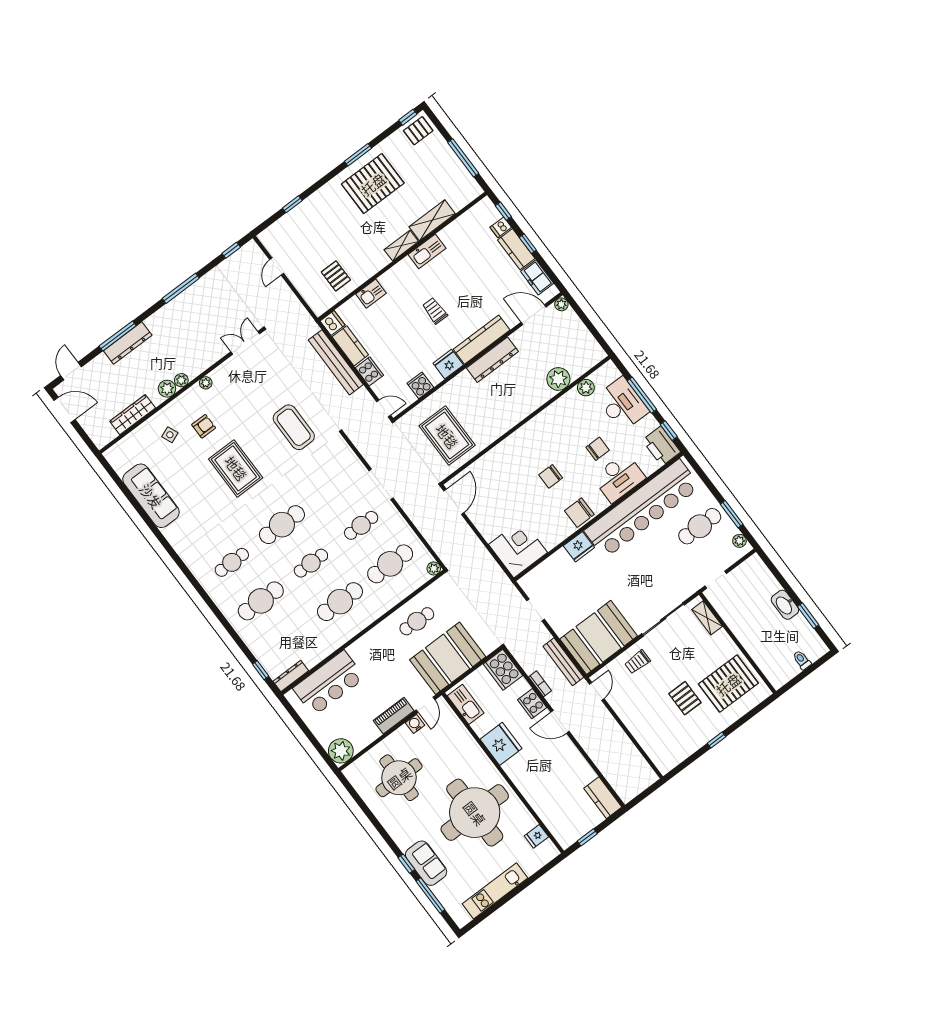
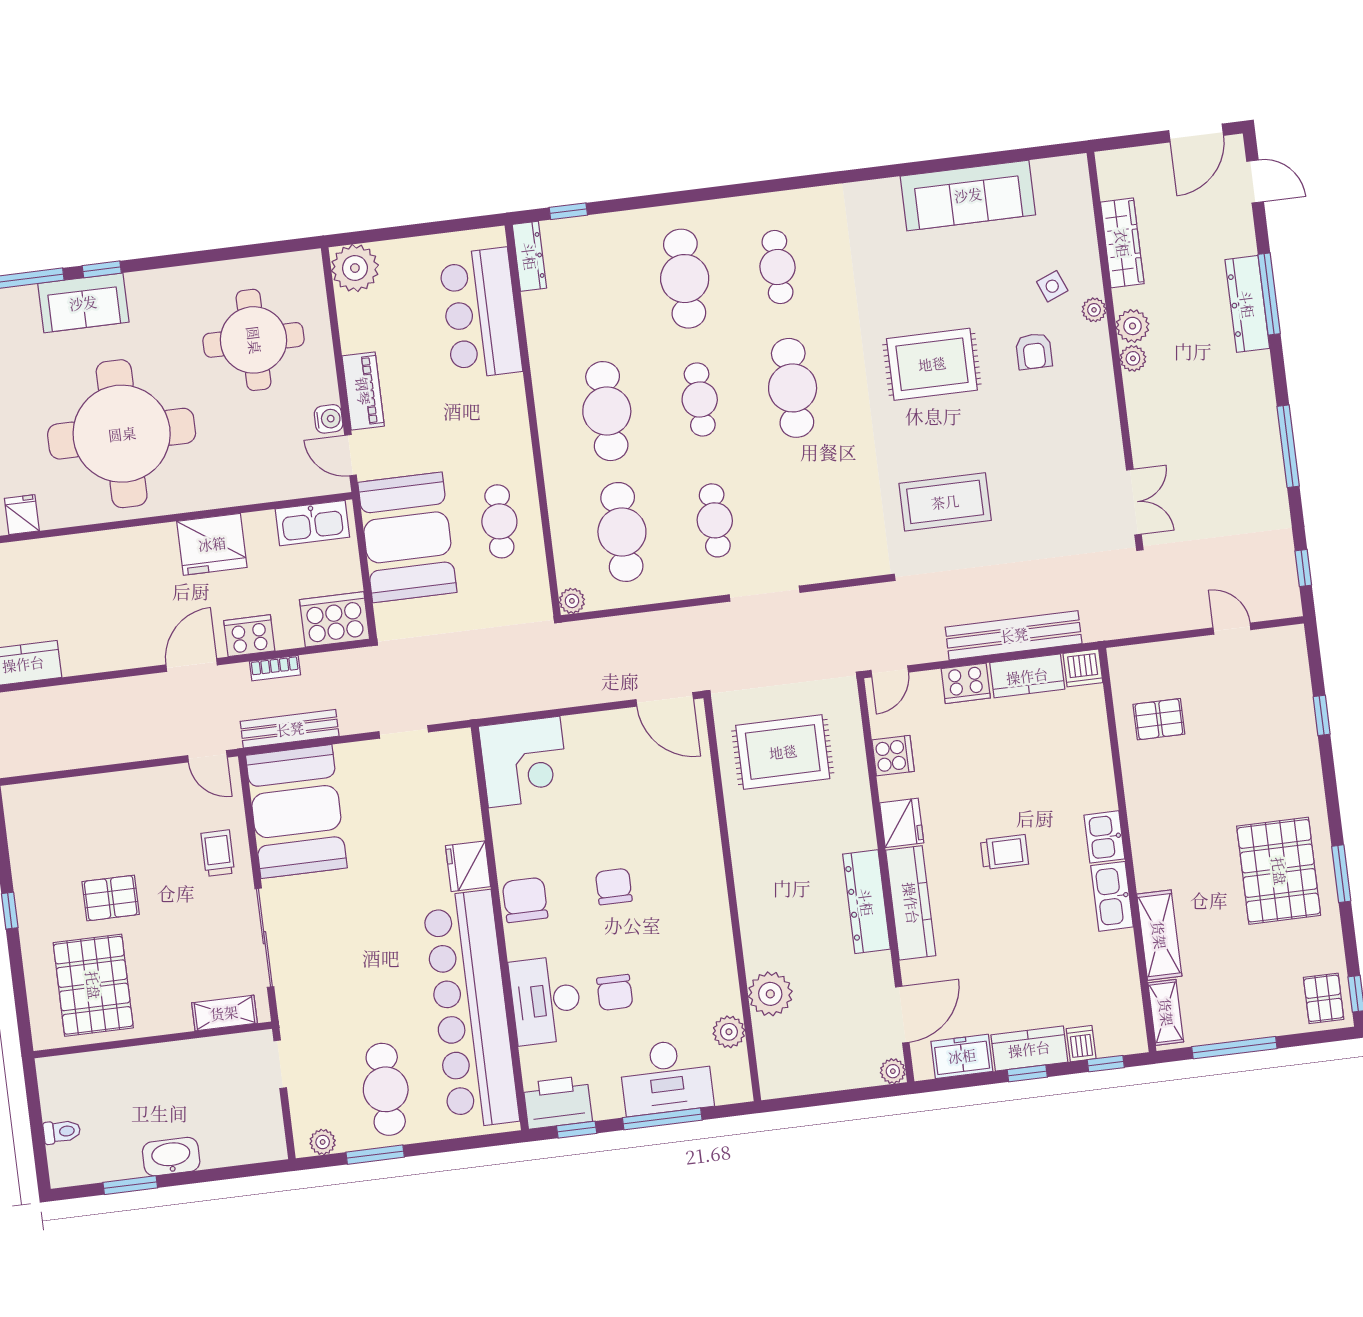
shelving: (401, 246) -> (1166, 1012), moved
kitchen sink: (371, 294) -> (1104, 837), moved
plant: (206, 383) -> (1094, 310), moved

